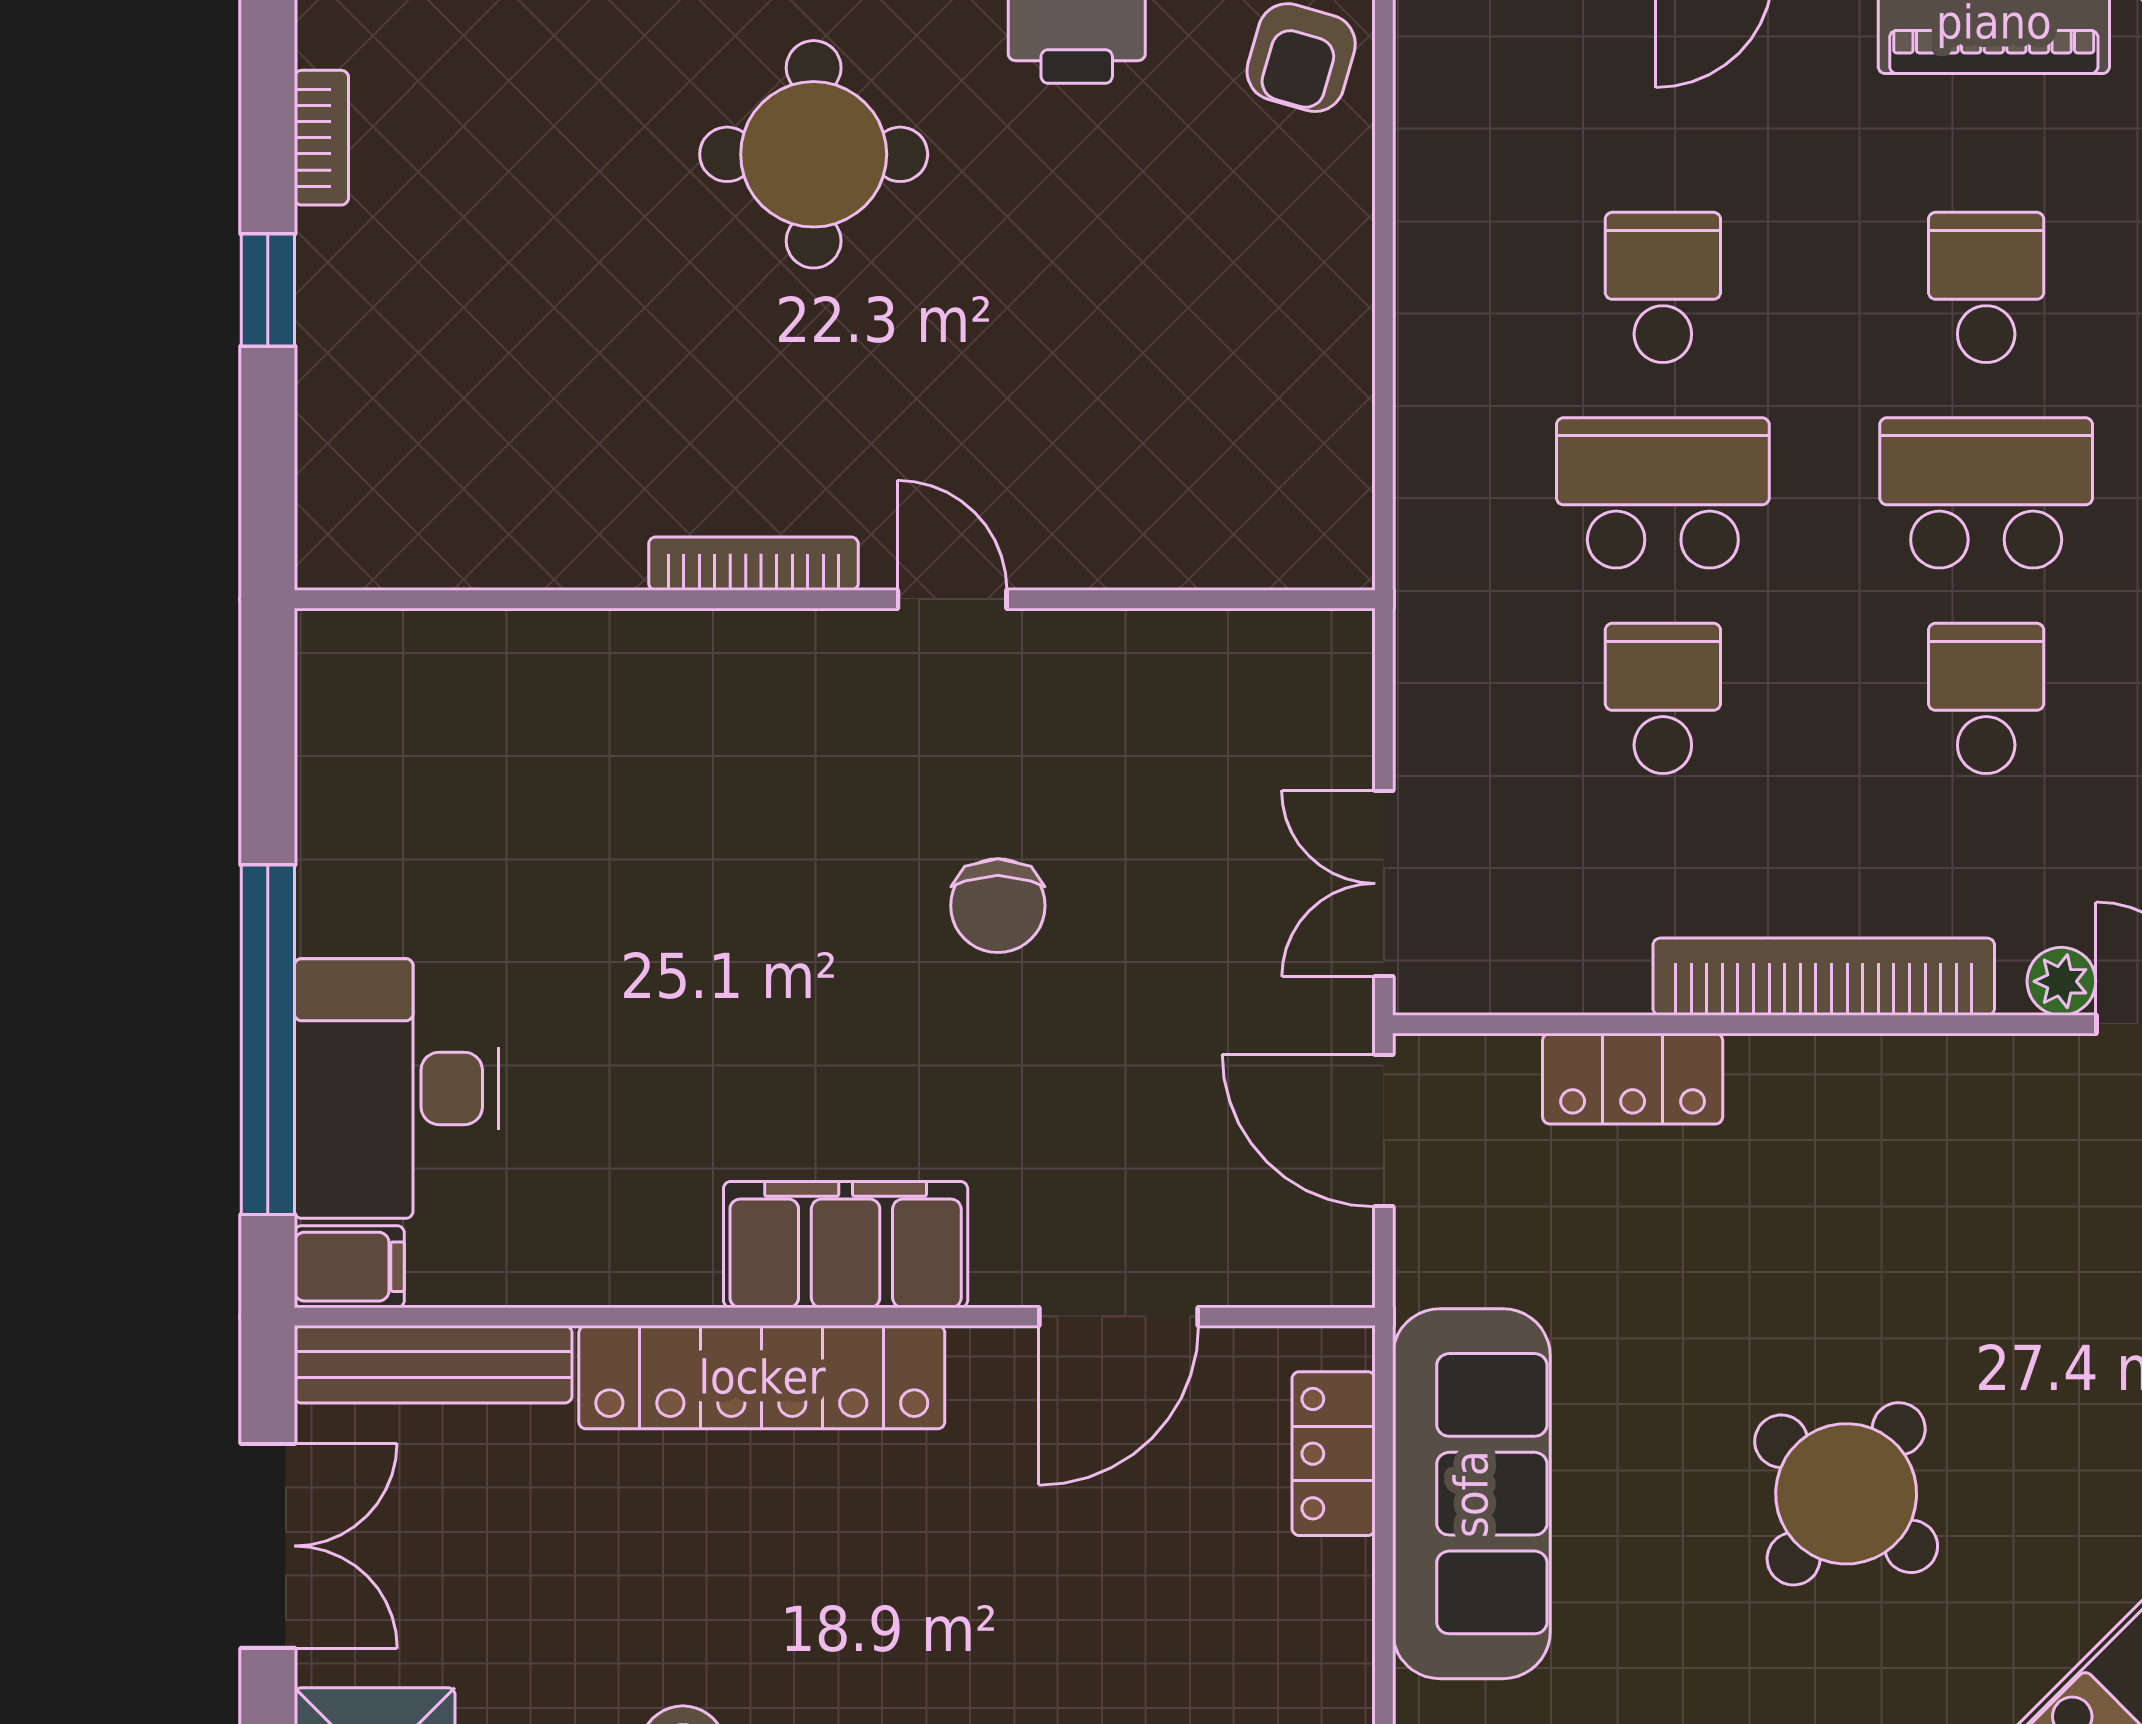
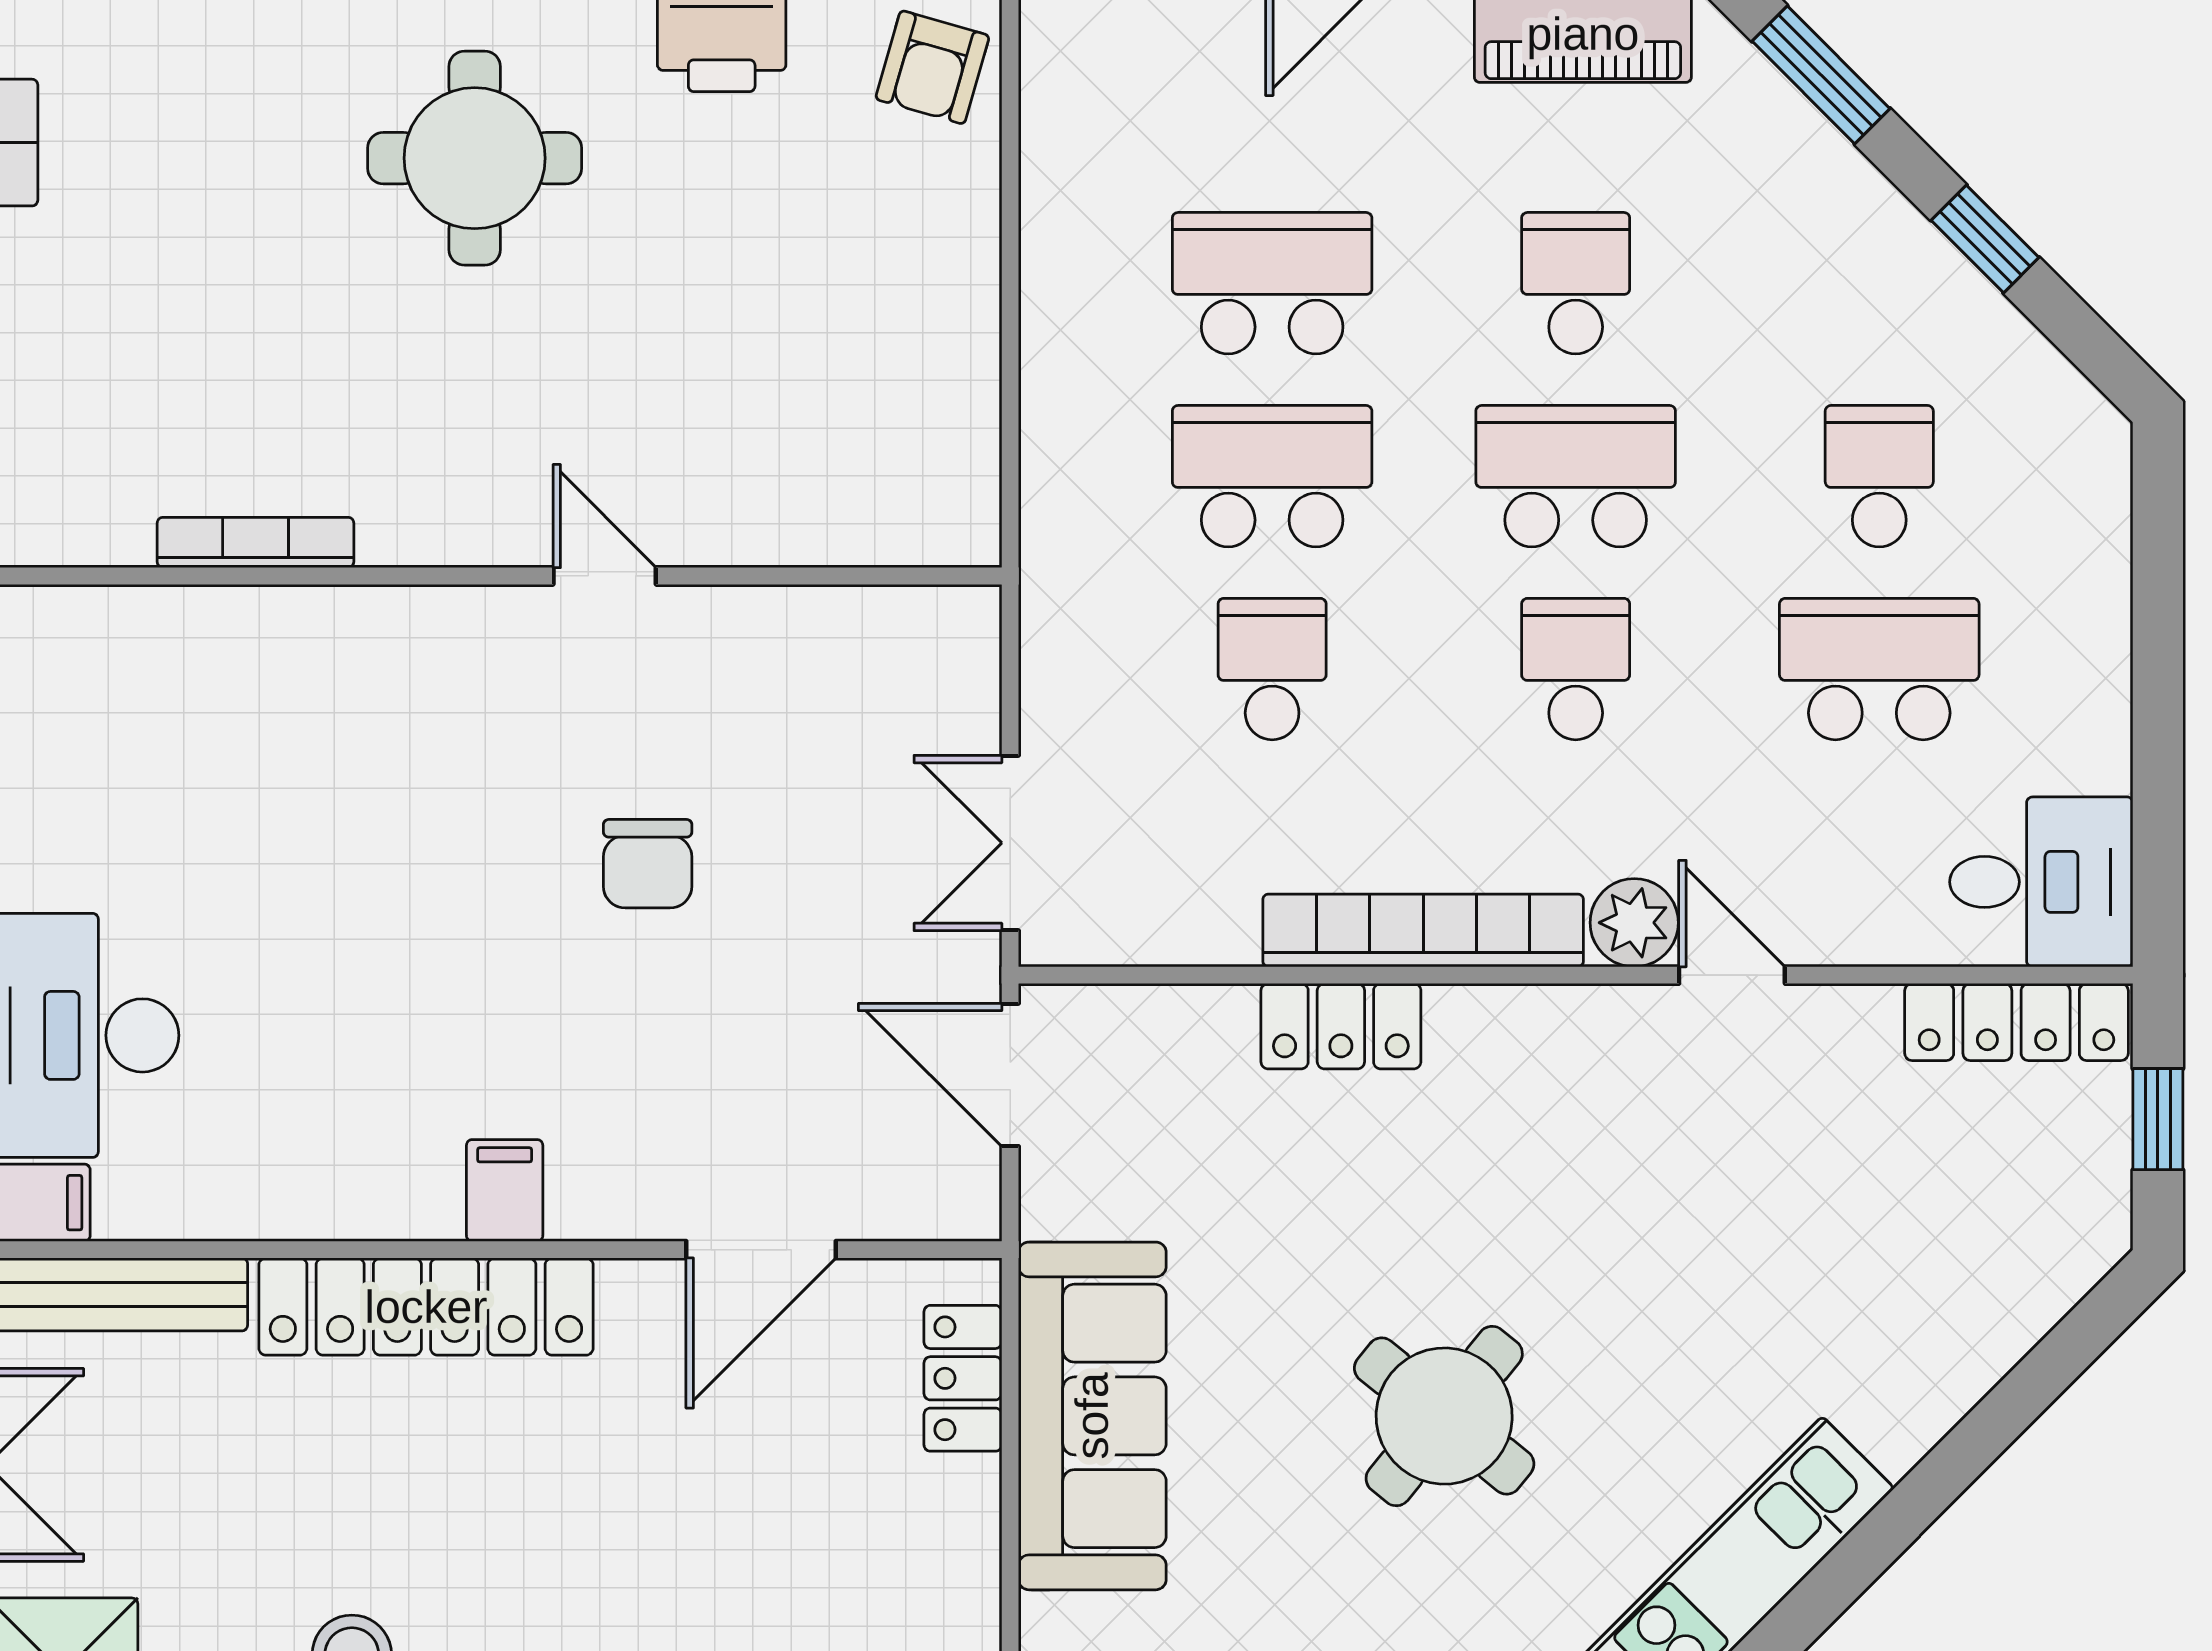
school desk: (1663, 287) -> (1272, 283), width x1.85
bookcase: (753, 564) -> (255, 542), moved
plant: (2061, 981) -> (1634, 923), width x1.38, depth x1.38
locker: (1633, 1079) -> (1341, 1026), moved
filing cabinet: (846, 1245) -> (505, 1190), width x0.33, depth x0.86

